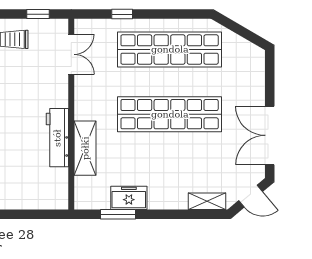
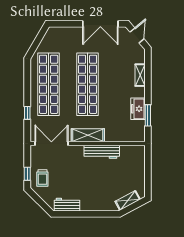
window: (38, 14) -> (27, 174), moved
double door: (71, 54) -> (51, 144), width x1.37
shelving: (85, 148) -> (88, 135), moved
shelving: (207, 201) -> (140, 75), moved

